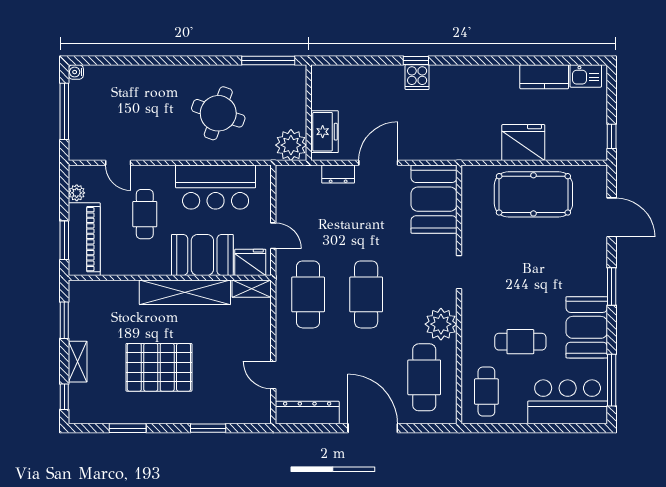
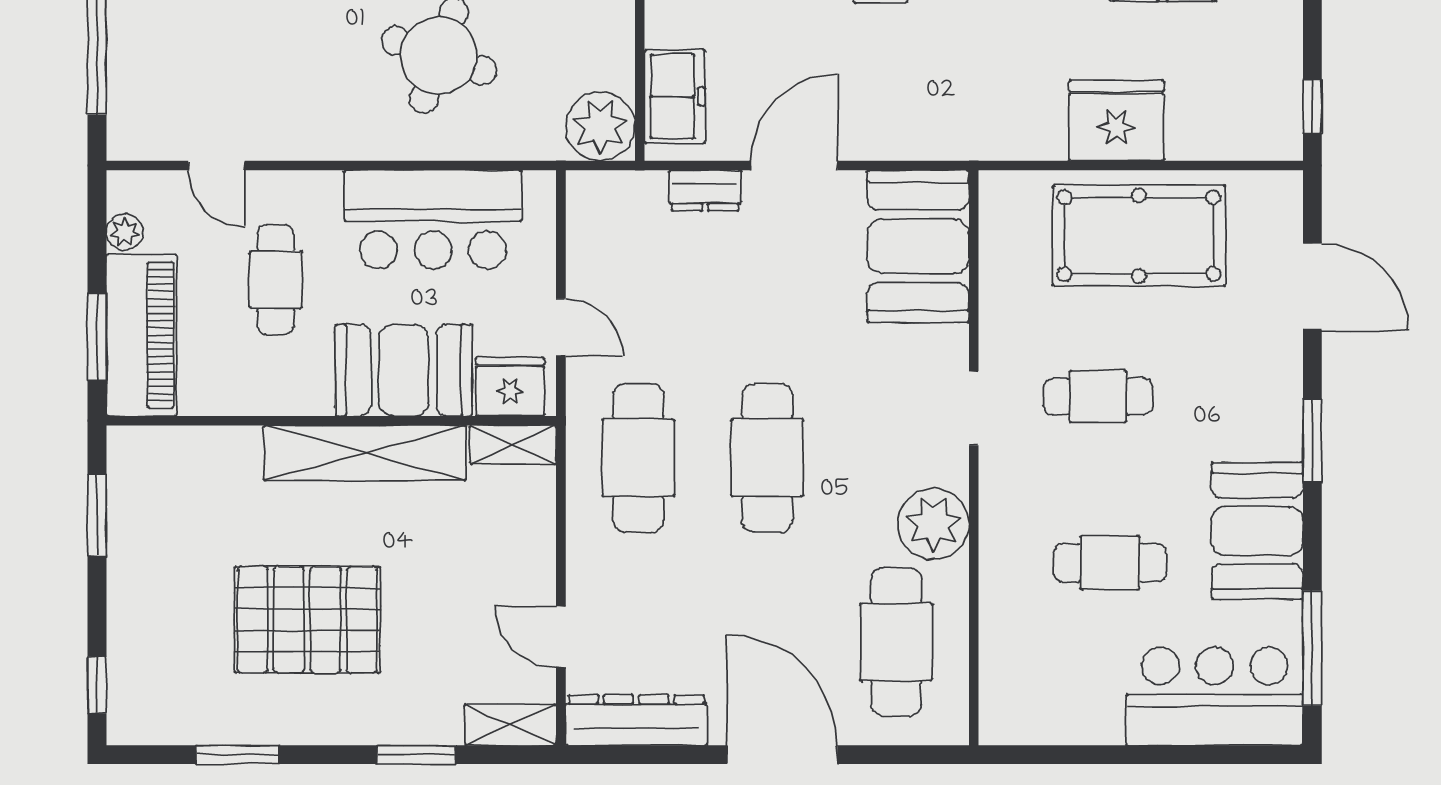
shelving: (78, 362) -> (510, 725), moved, turned 90
cafe table: (486, 392) -> (1098, 397), moved, turned 90

